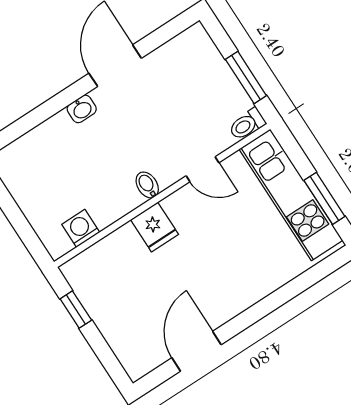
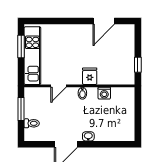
toilet: (247, 124) -> (32, 123), moved
door: (202, 169) -> (59, 86), swing flipped
washing machine: (81, 228) -> (104, 93), moved

